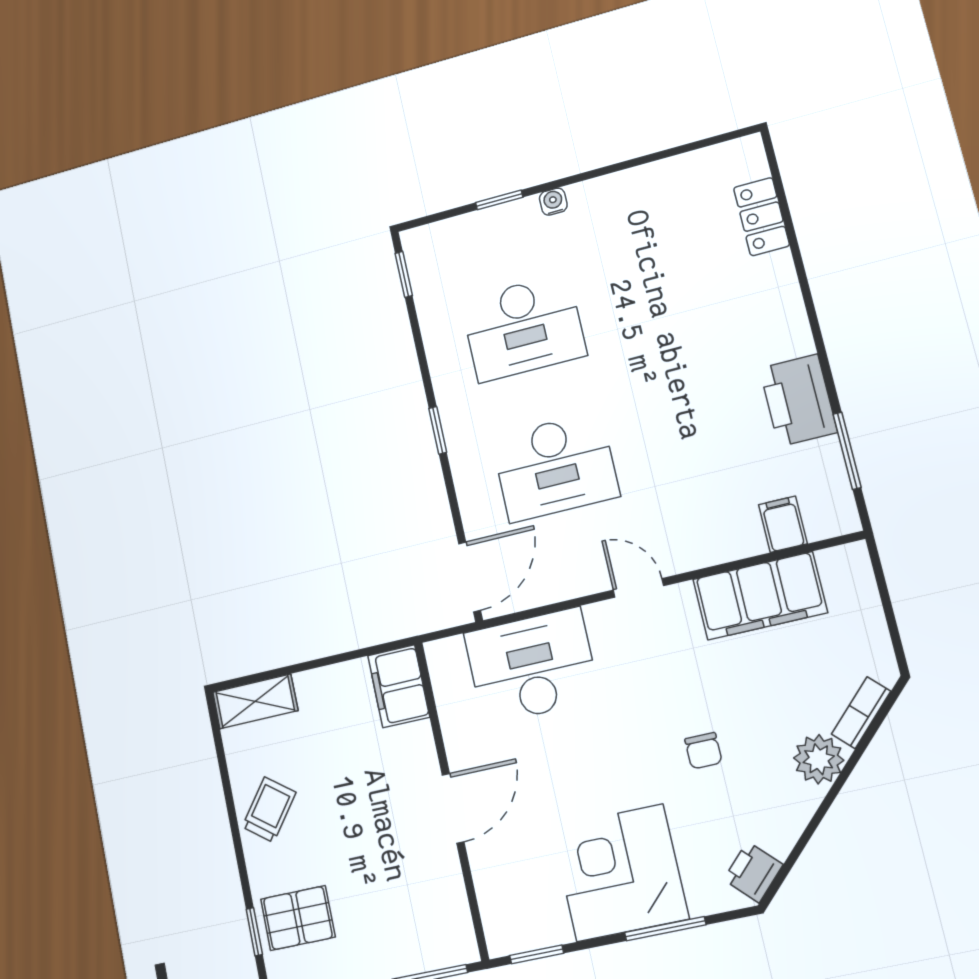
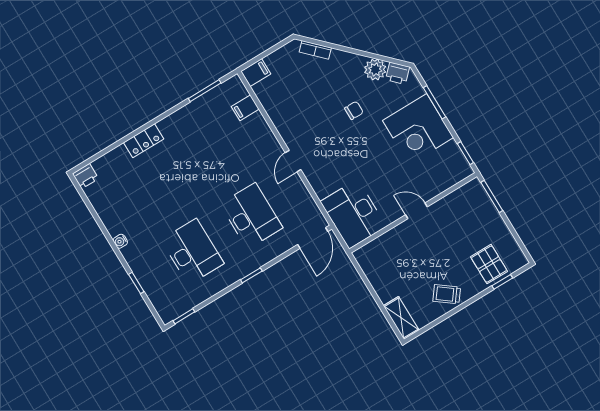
water cooler: (553, 202) -> (120, 241), moved
locker: (761, 217) -> (144, 141), moved
printer: (798, 400) -> (85, 176), moved, width x0.53, depth x0.68
door: (470, 577) -> (313, 238), swing flipped
filing cabinet: (760, 596) -> (256, 73), moved, width x0.33, depth x0.86
desk: (532, 666) -> (353, 214), moved
filing cabinet: (399, 686) -> (372, 254), removed
plant: (819, 759) -> (375, 70), moved
door: (453, 808) -> (417, 211), width x0.73

